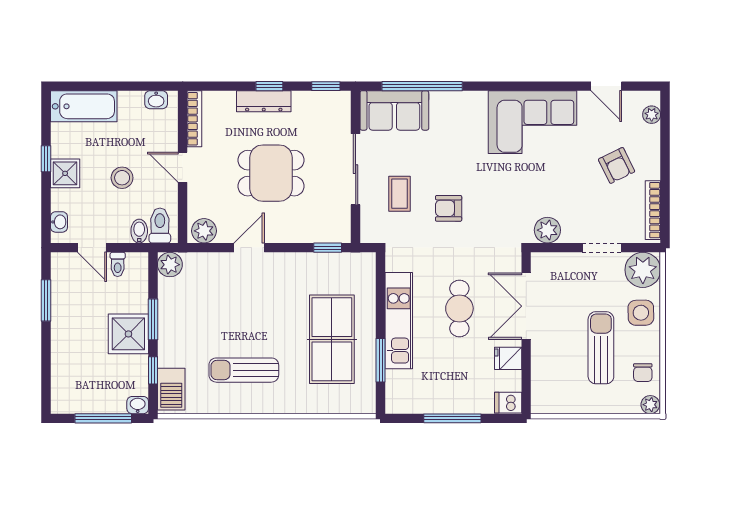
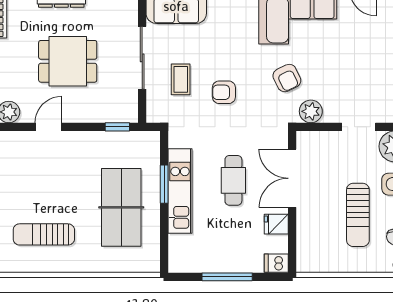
armchair: (617, 165) -> (287, 78), moved
sun lounger: (601, 348) -> (358, 215), turned 180
window: (381, 360) -> (164, 184), moved

